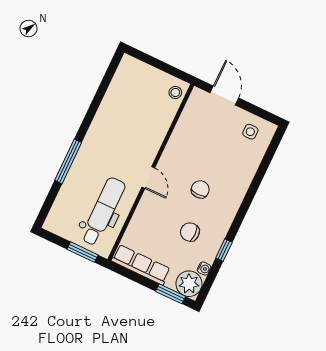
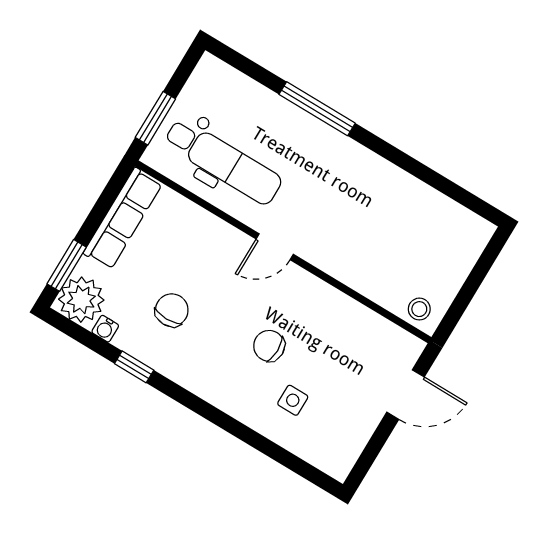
side table: (250, 132) -> (293, 400), moved
chair: (200, 189) -> (269, 346), moved, turned 180

